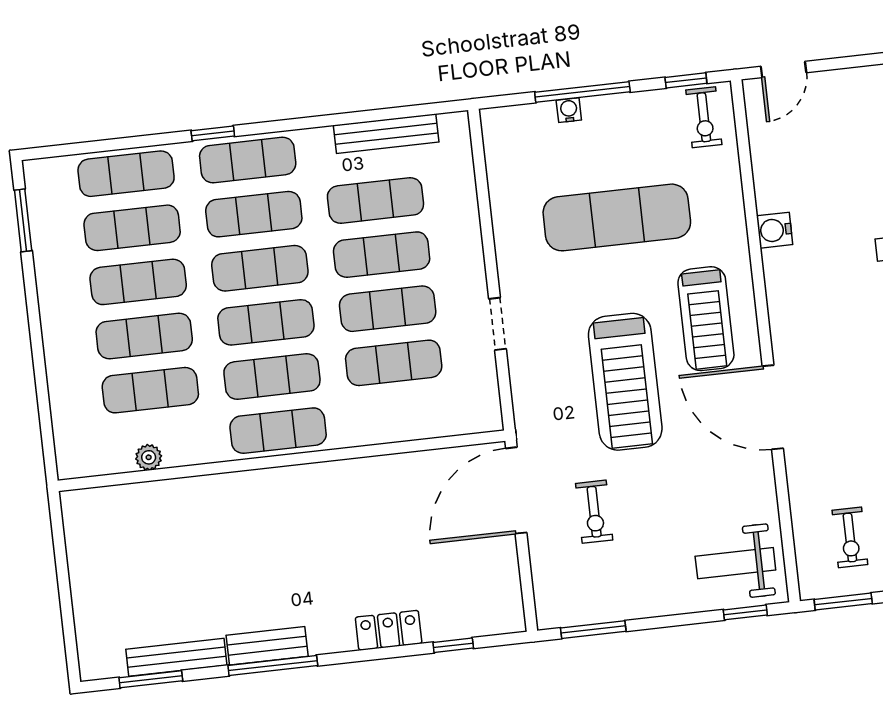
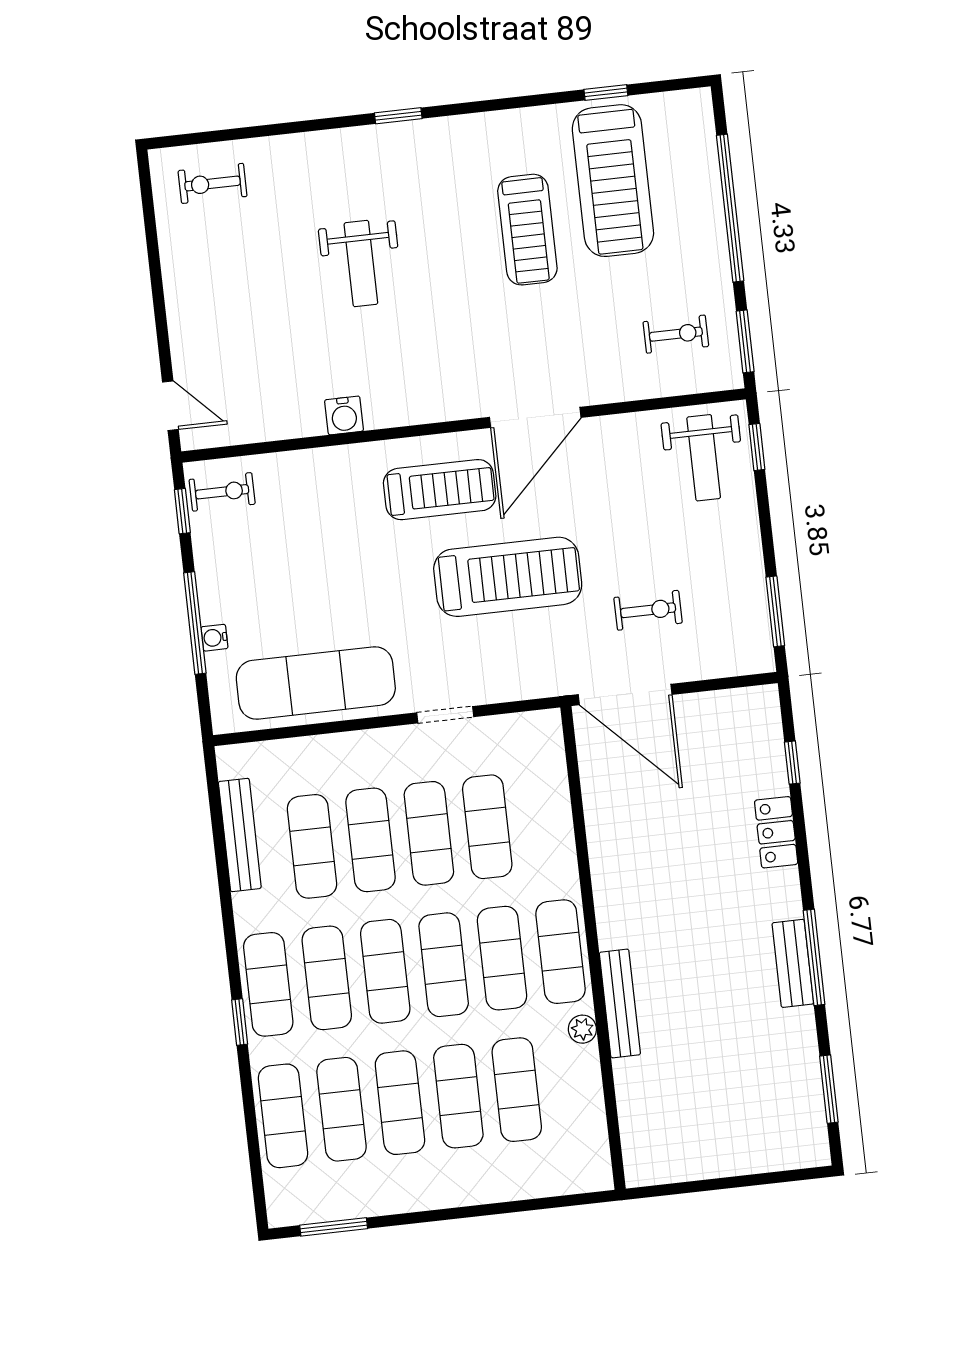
exercise mat: (617, 217) -> (316, 683), moved, turned 90
plant: (149, 457) -> (582, 1029), moved
bench: (176, 657) -> (620, 1003), moved

